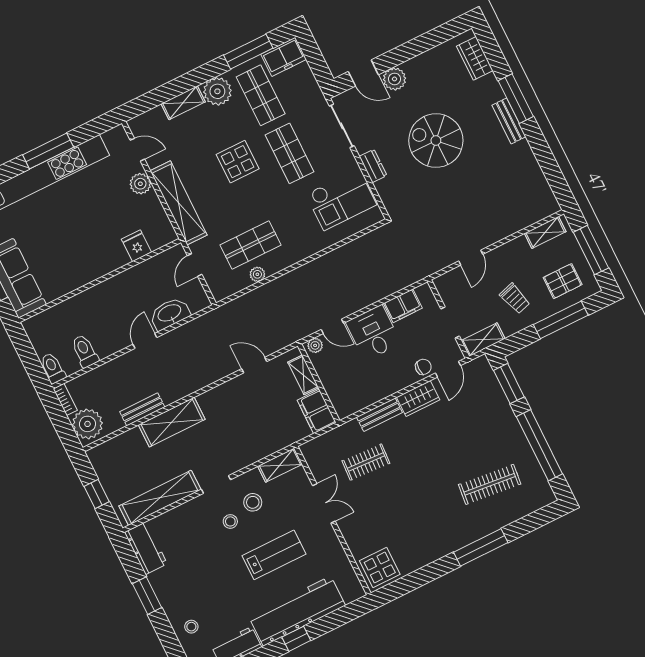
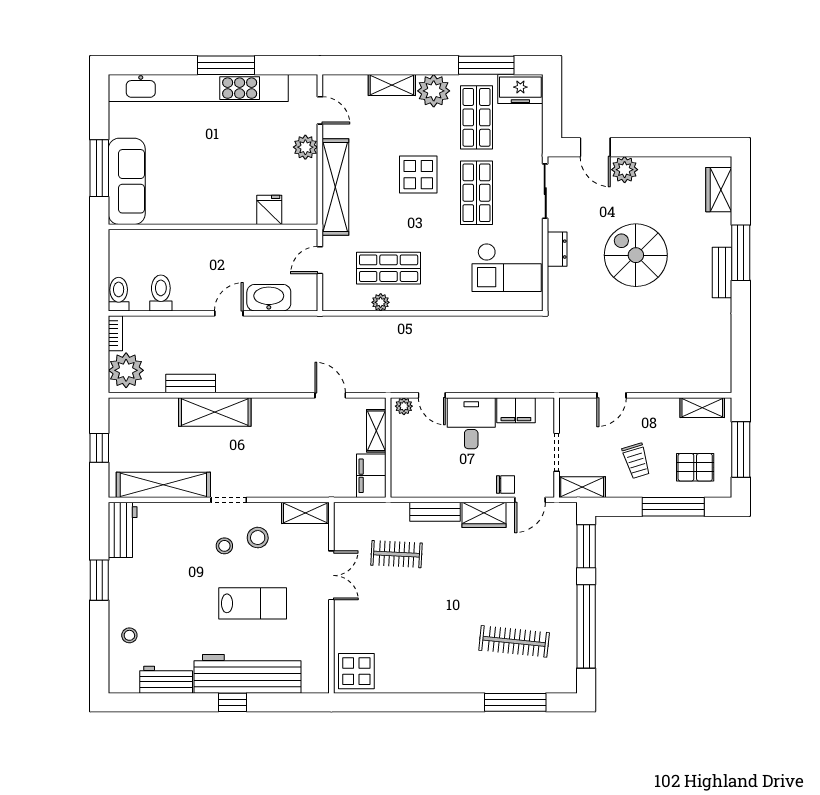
window: (481, 547) -> (515, 702), moved

